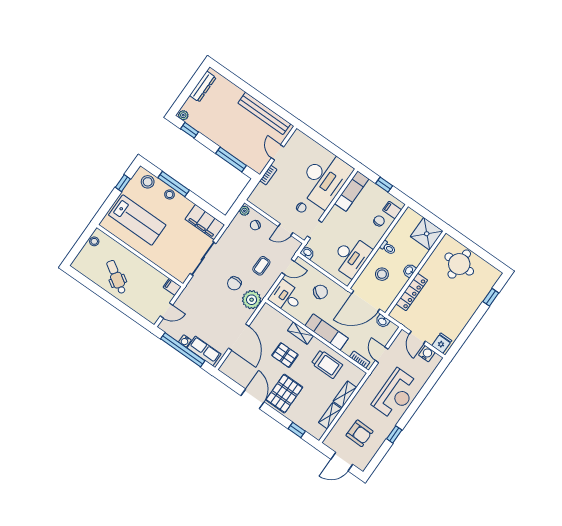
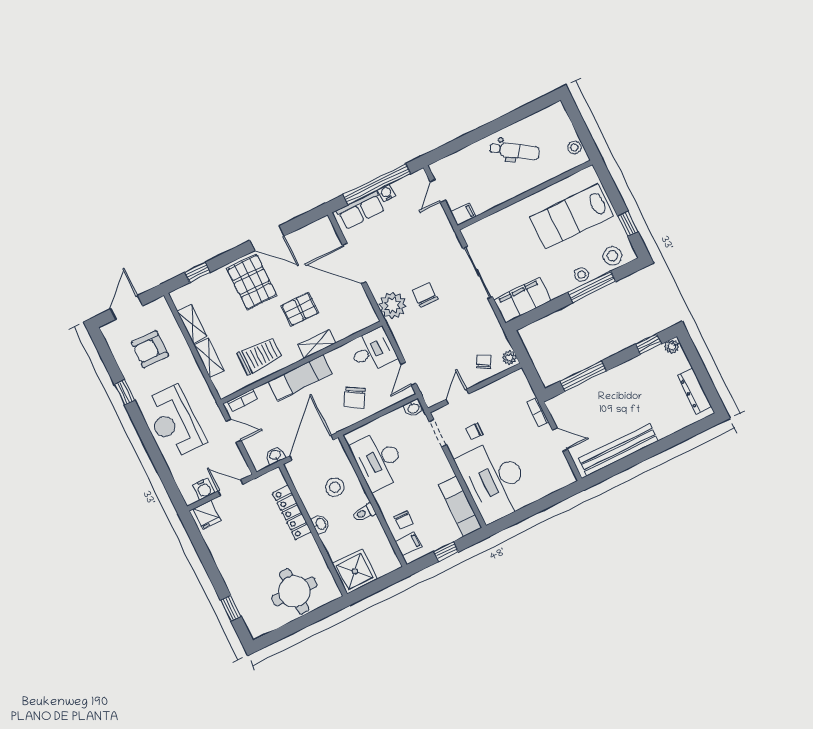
coffee table: (261, 266) -> (428, 341), removed
trolley: (327, 364) -> (259, 356), turned 180

